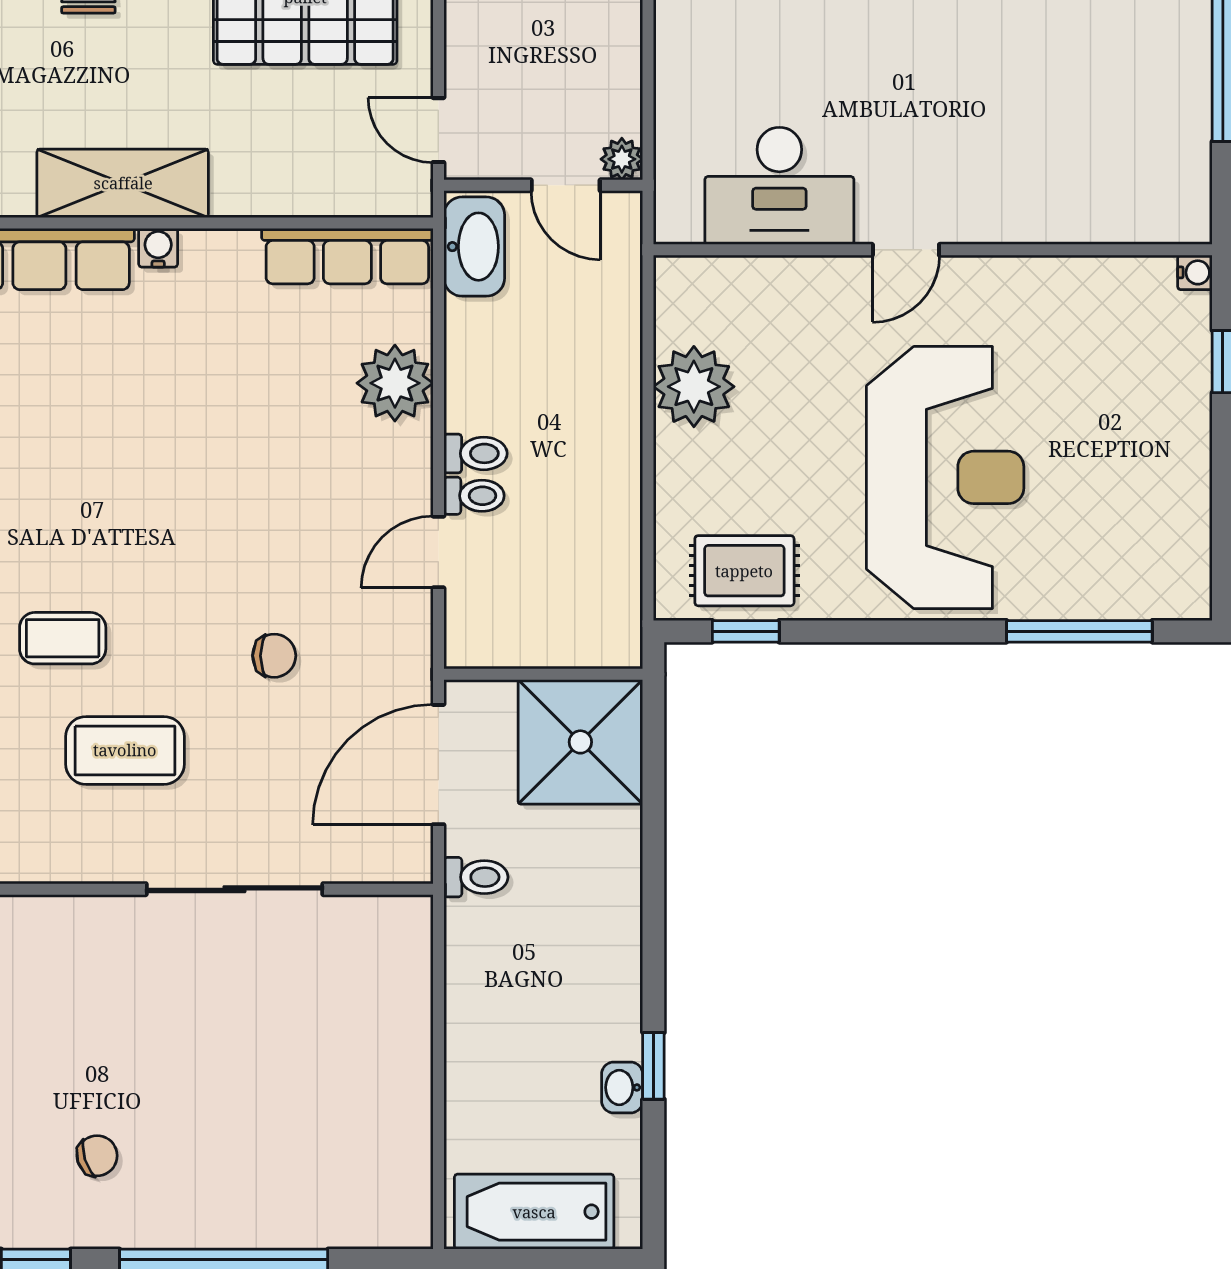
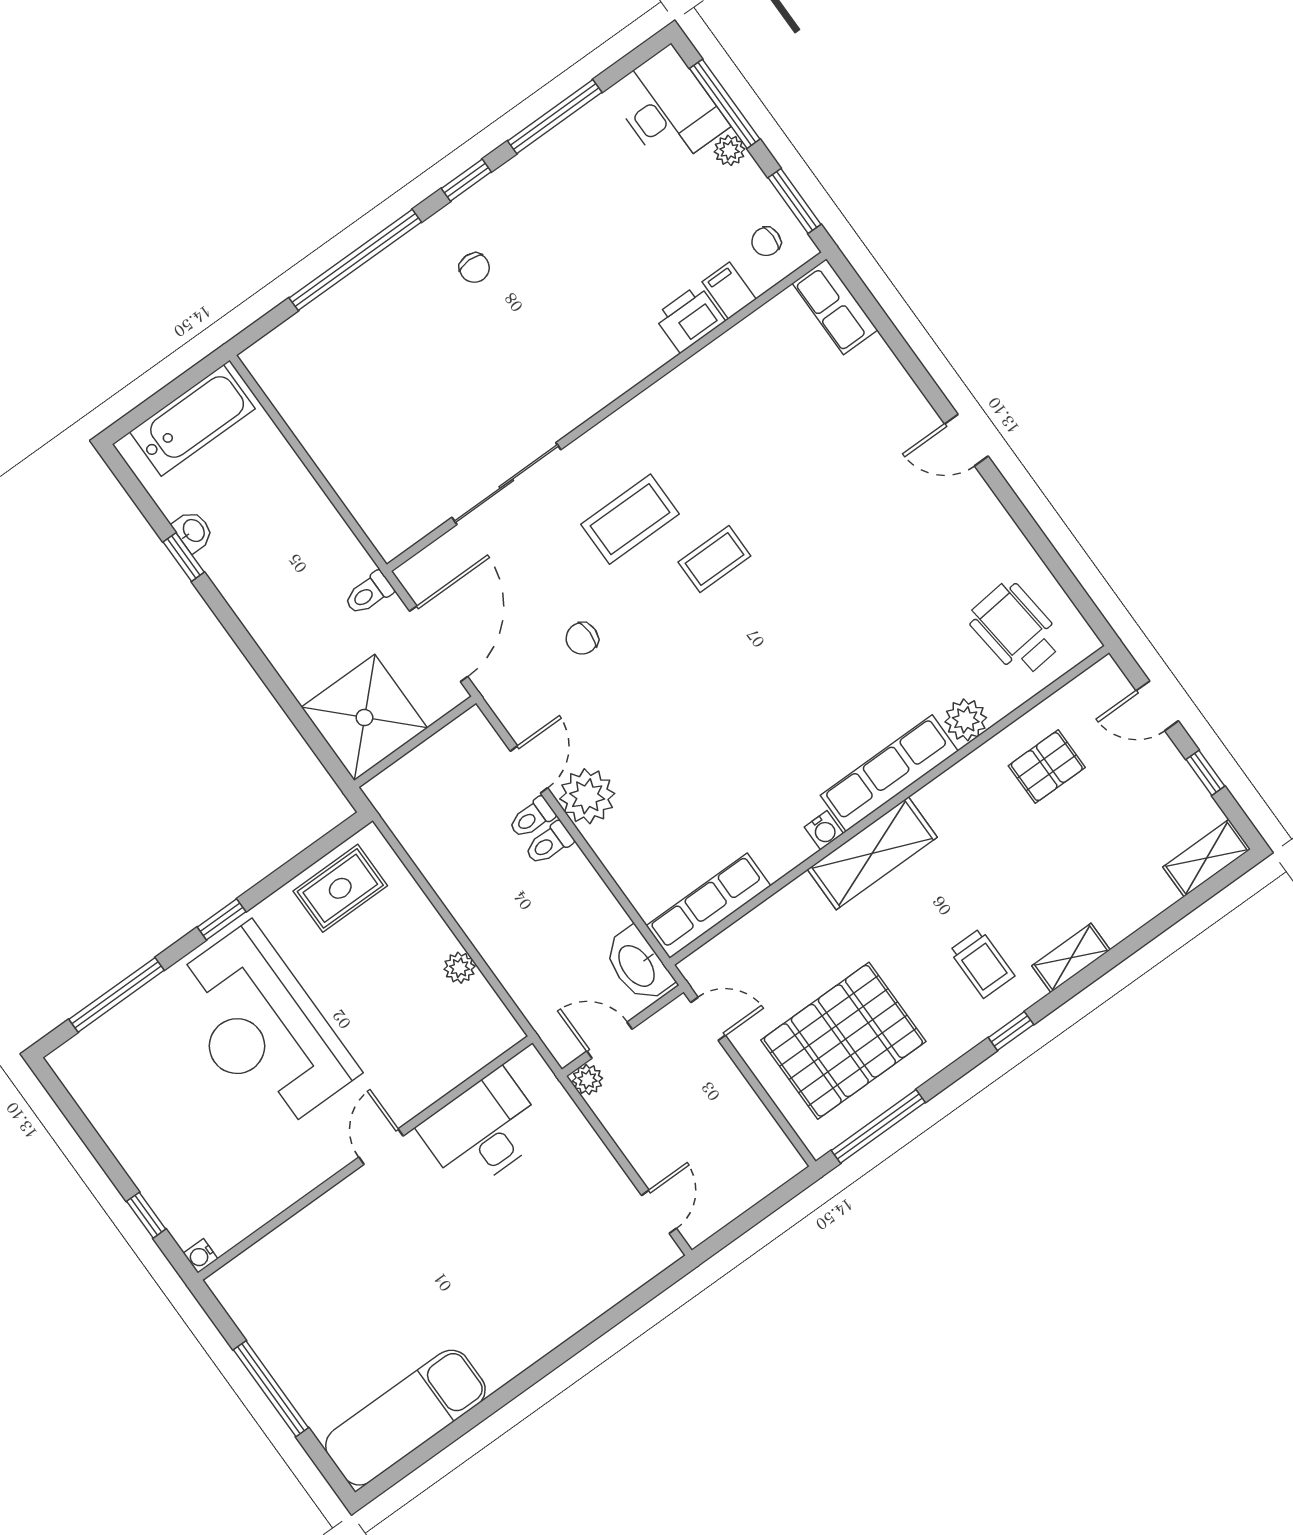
plant: (395, 383) -> (587, 796), moved
plant: (694, 387) -> (459, 968), width x0.53, depth x0.53
window: (746, 631) -> (222, 919), moved
chair: (97, 1156) -> (474, 268), turned -72

